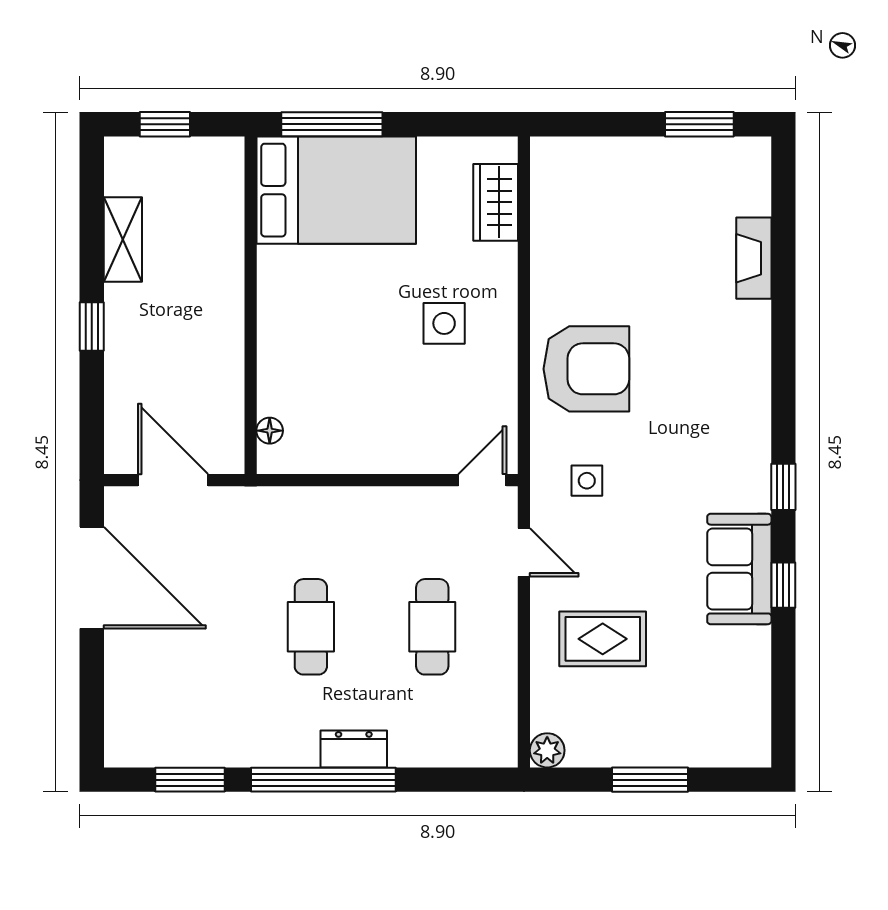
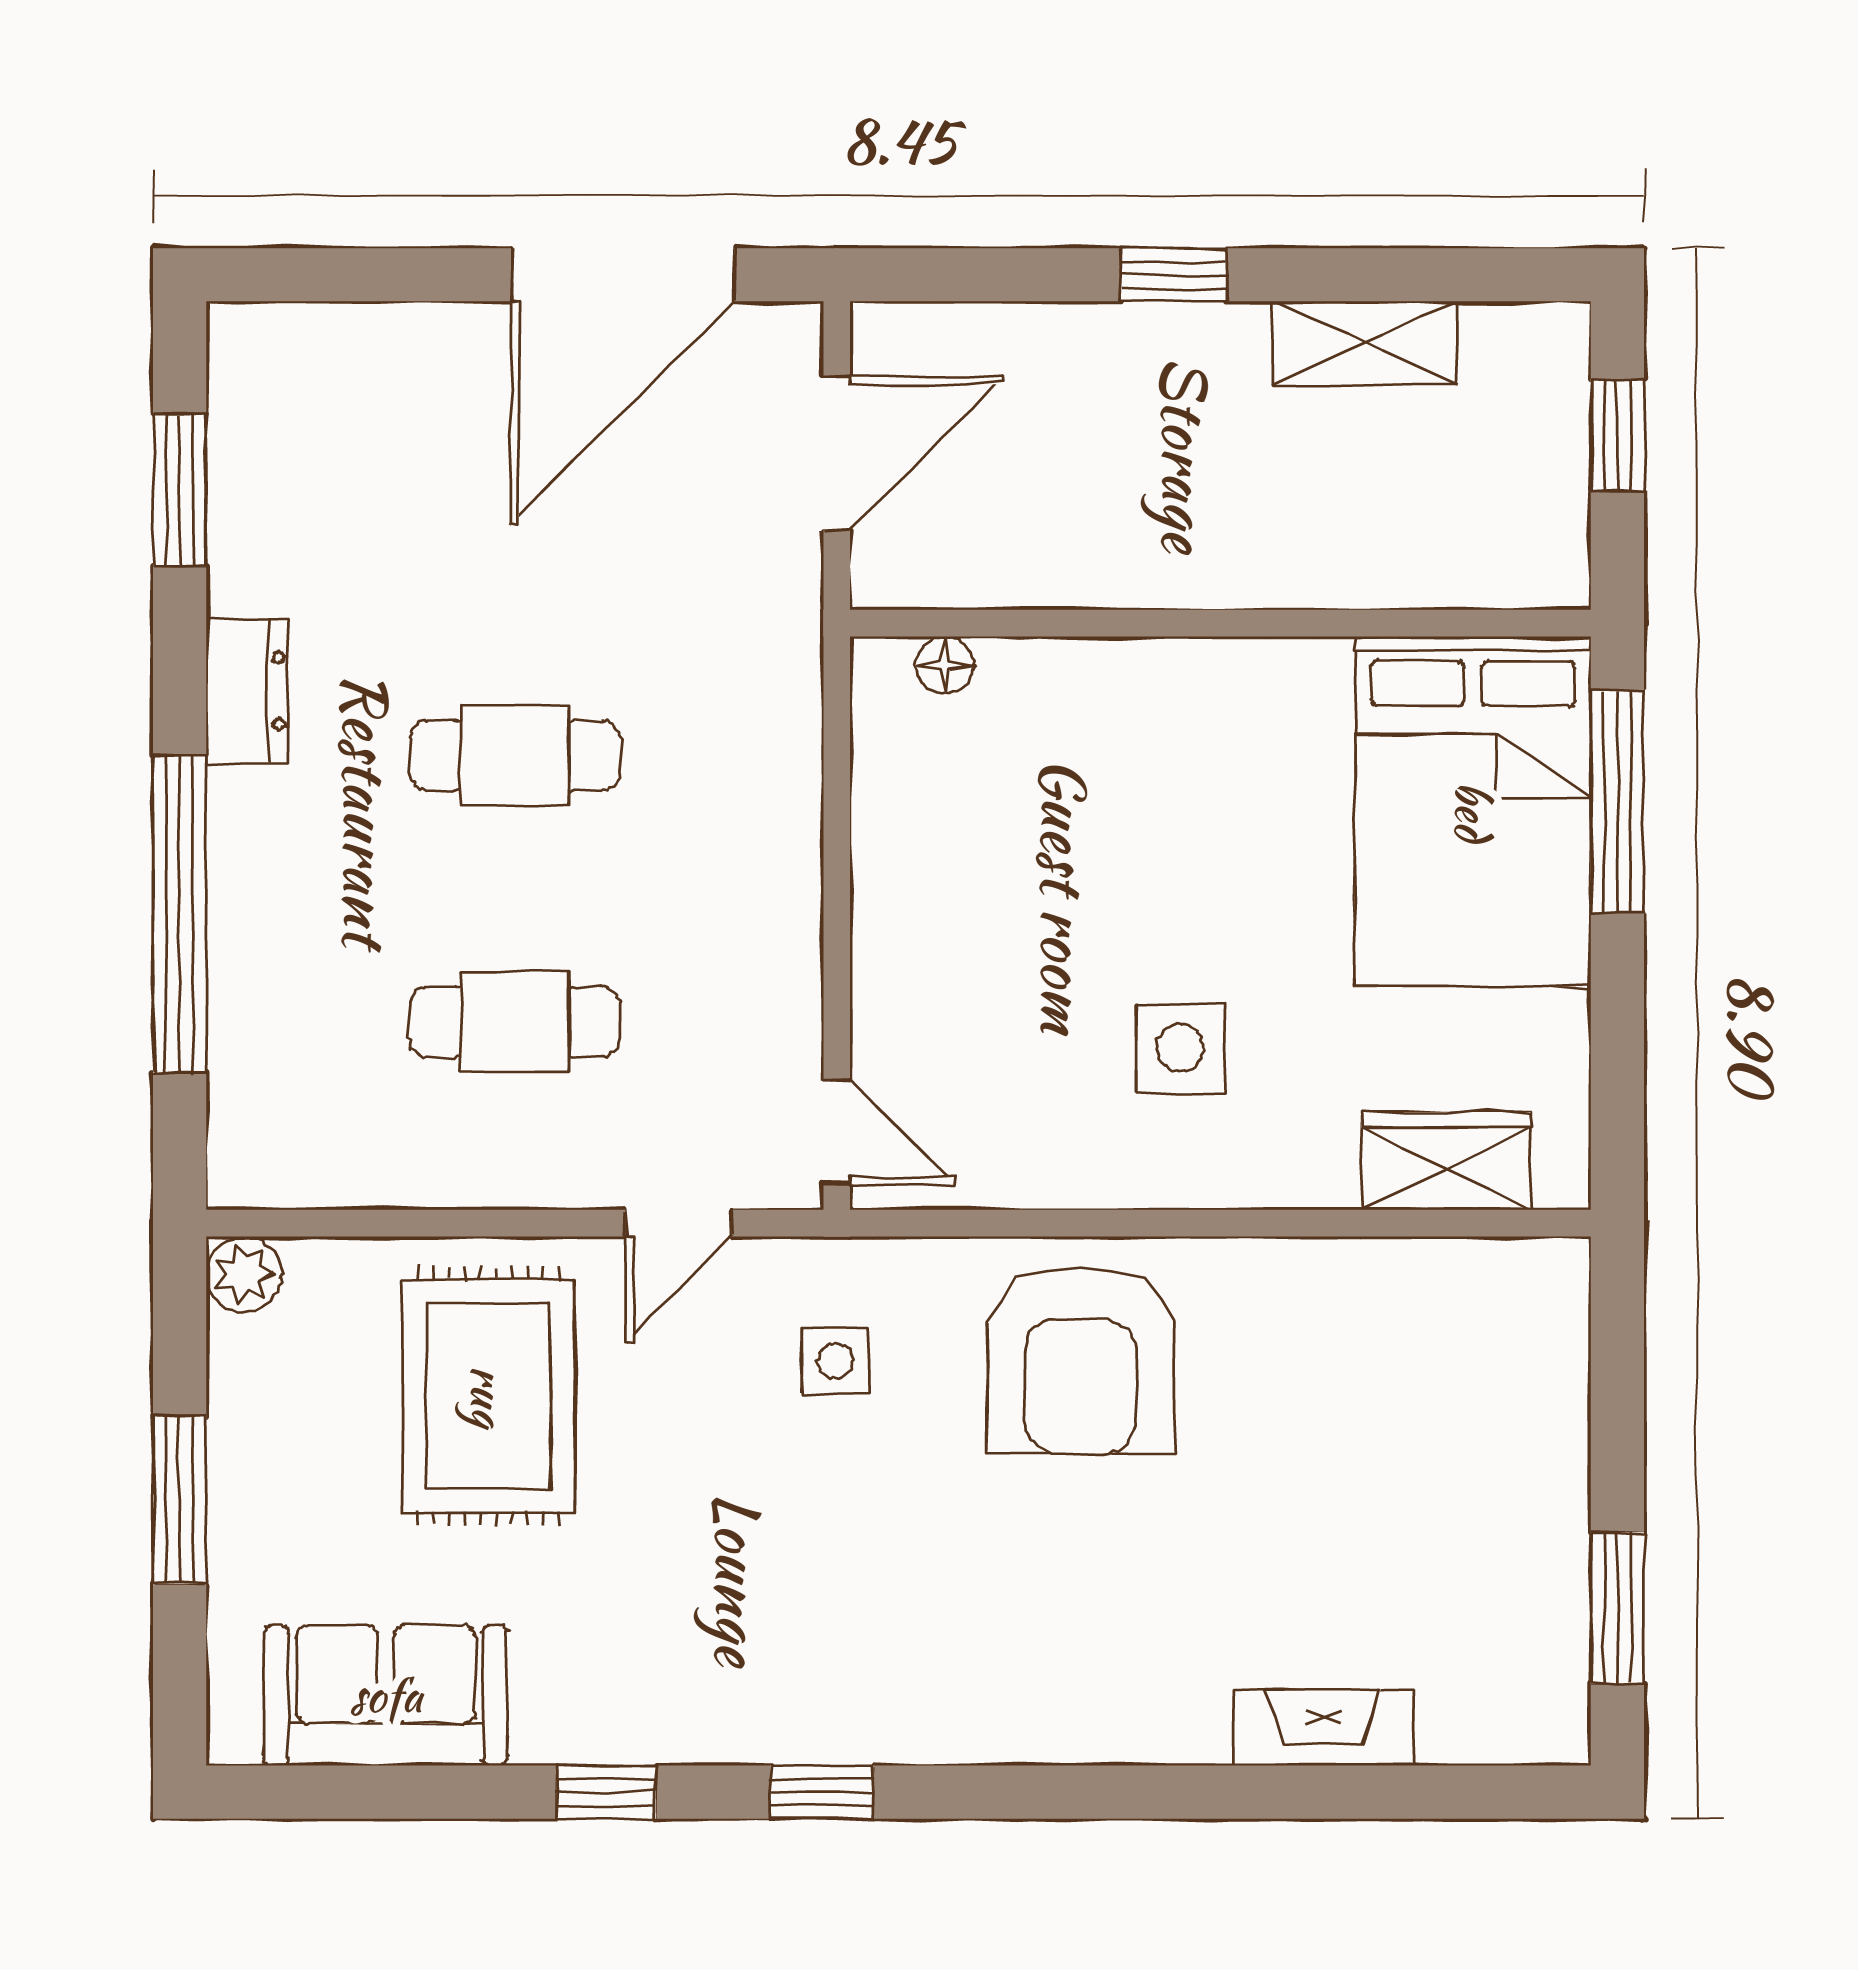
sofa: (739, 569) -> (386, 1695), moved
rug: (603, 639) -> (488, 1396), width x1.36, depth x1.43
dresser: (354, 749) -> (247, 691), moved
window: (323, 780) -> (180, 914), moved

